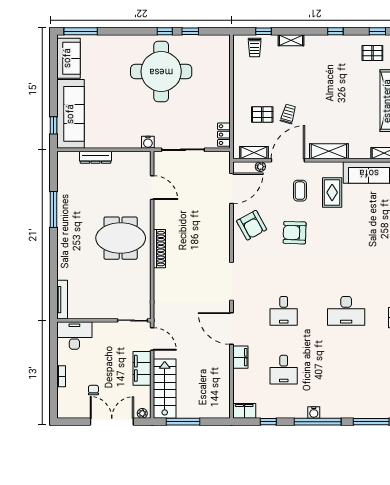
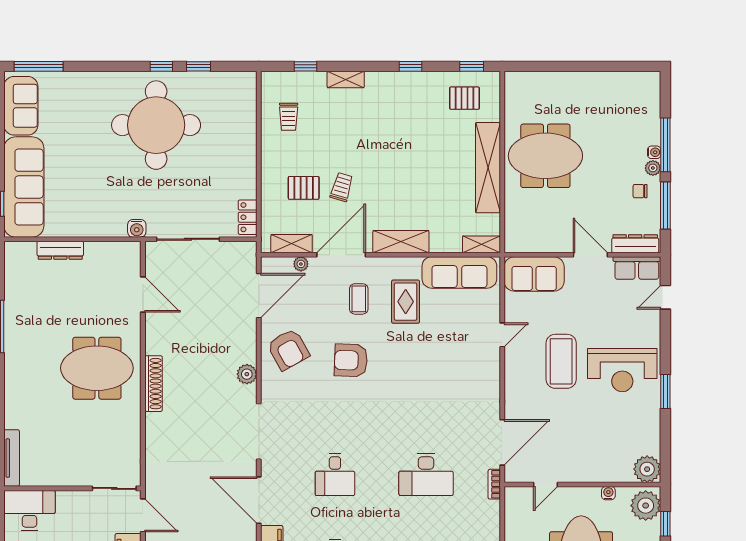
trolley: (255, 47) -> (289, 117), moved
plant: (223, 242) -> (247, 374), added

